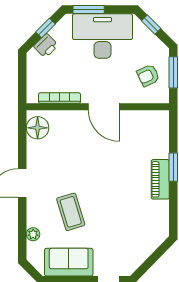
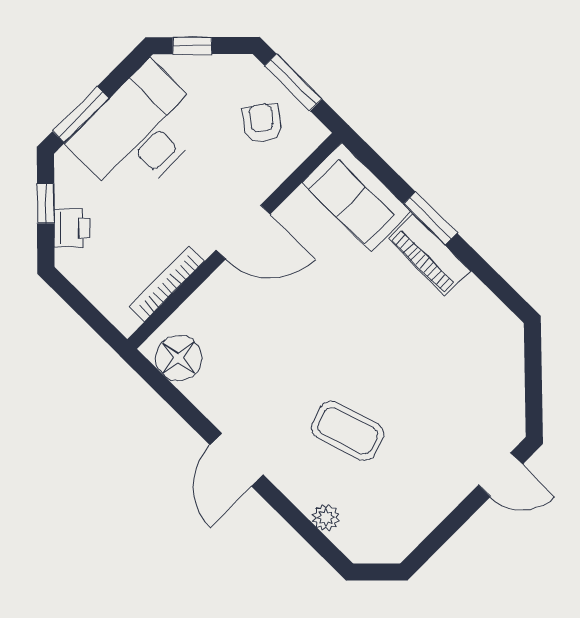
armchair: (148, 76) -> (262, 123), turned 153
sofa: (69, 262) -> (357, 197), moved, turned -90

